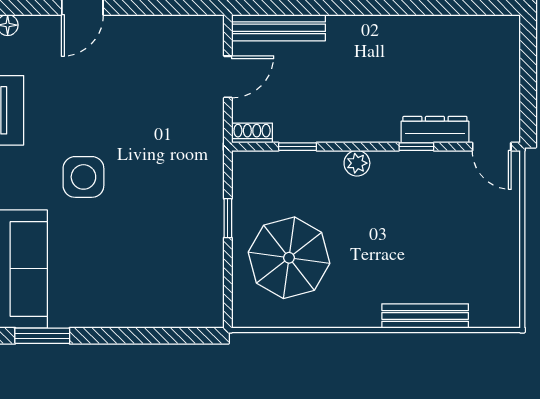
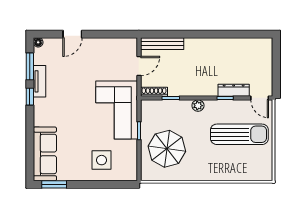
shoe rack: (252, 133) -> (154, 92), width x1.43
corner sofa: (179, 173) -> (117, 110), added
side table: (83, 177) -> (102, 160), moved
sun lounger: (448, 226) -> (239, 134), added
bench: (425, 316) -> (229, 175), removed

